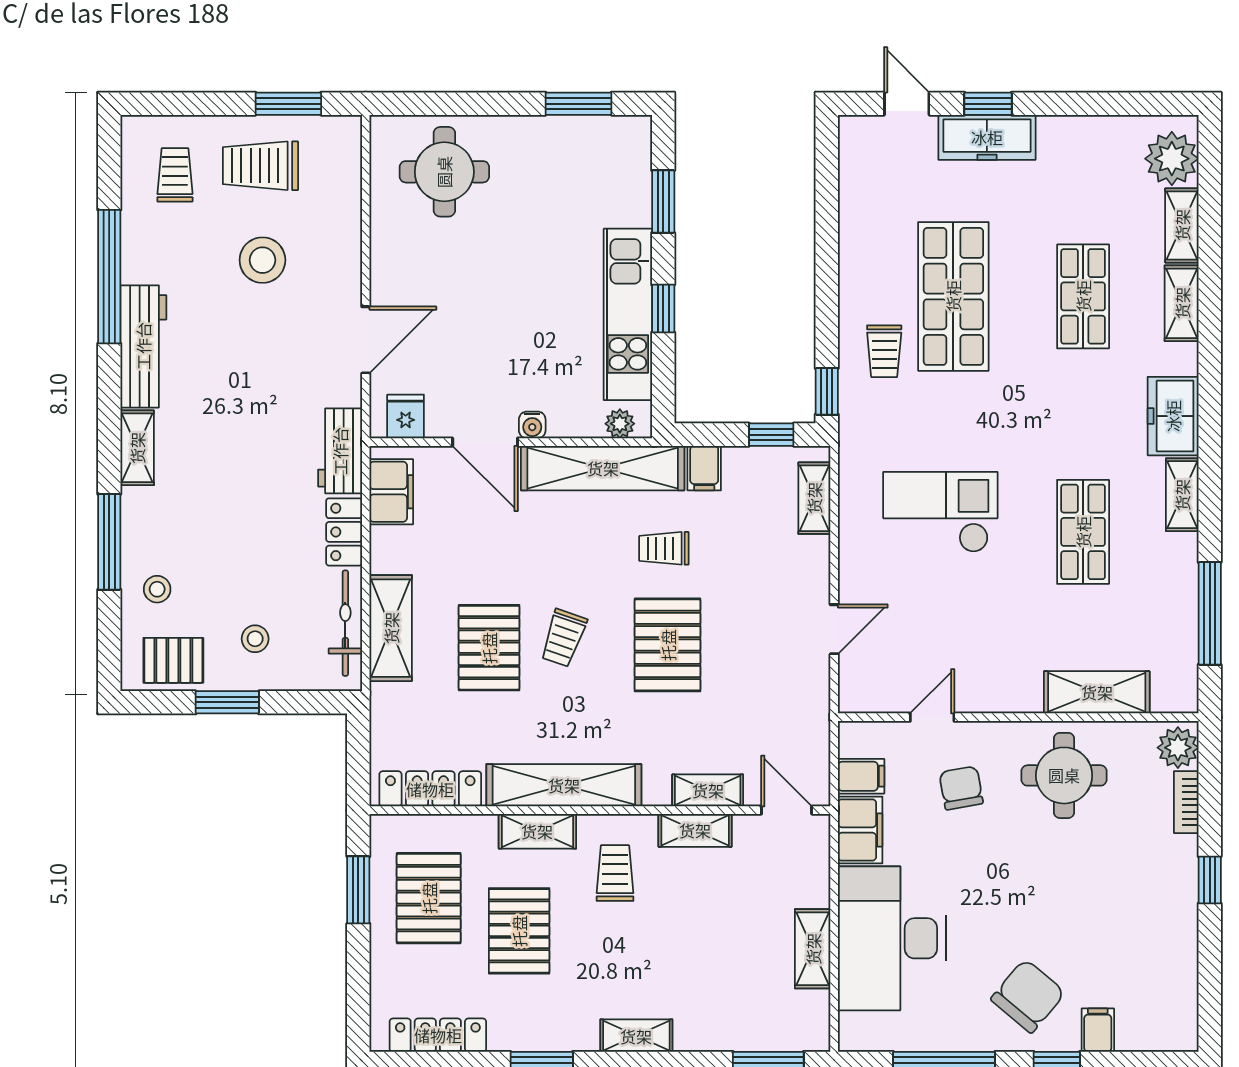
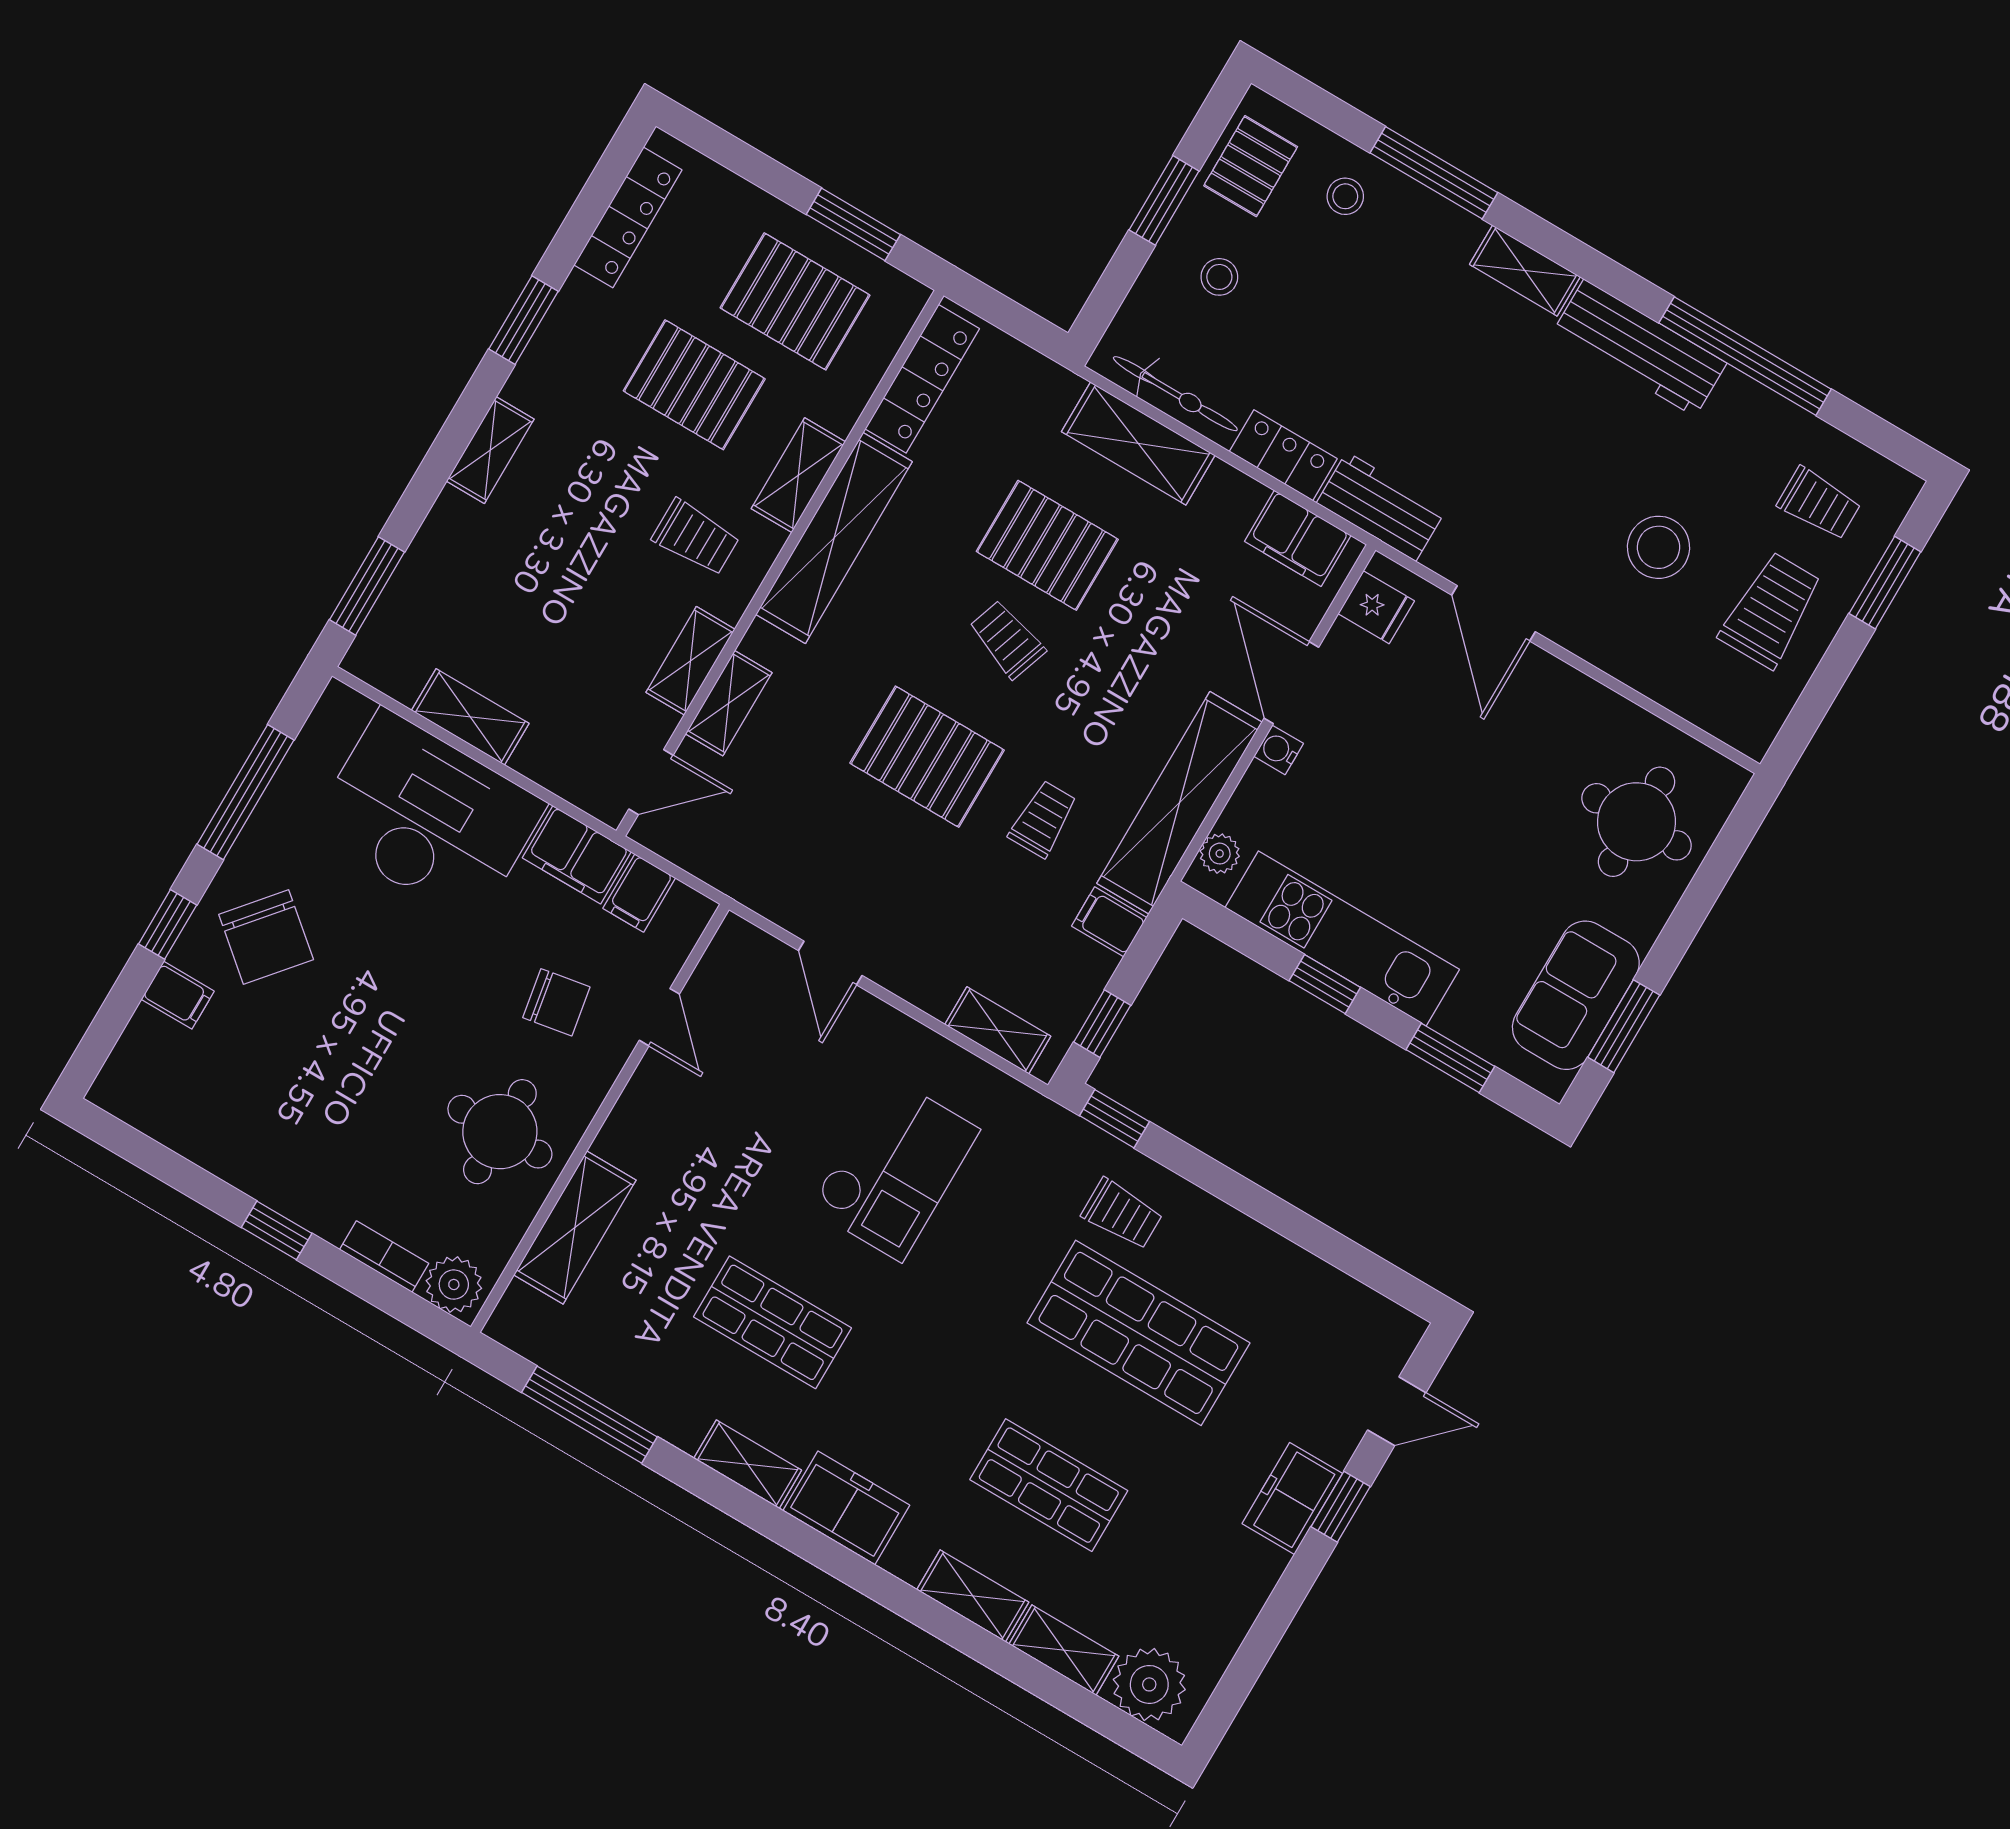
window: (288, 104) -> (1885, 583), moved
freezer: (987, 137) -> (1292, 1499), width x0.71
sofa: (577, 146) -> (1576, 995), added
trolley: (884, 351) -> (1122, 1214), turned 180
door: (485, 442) -> (1291, 683), hinge flipped

